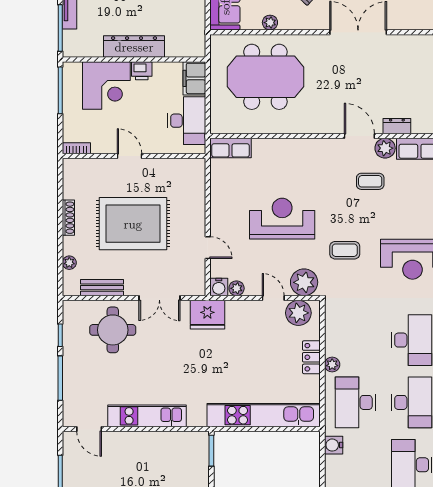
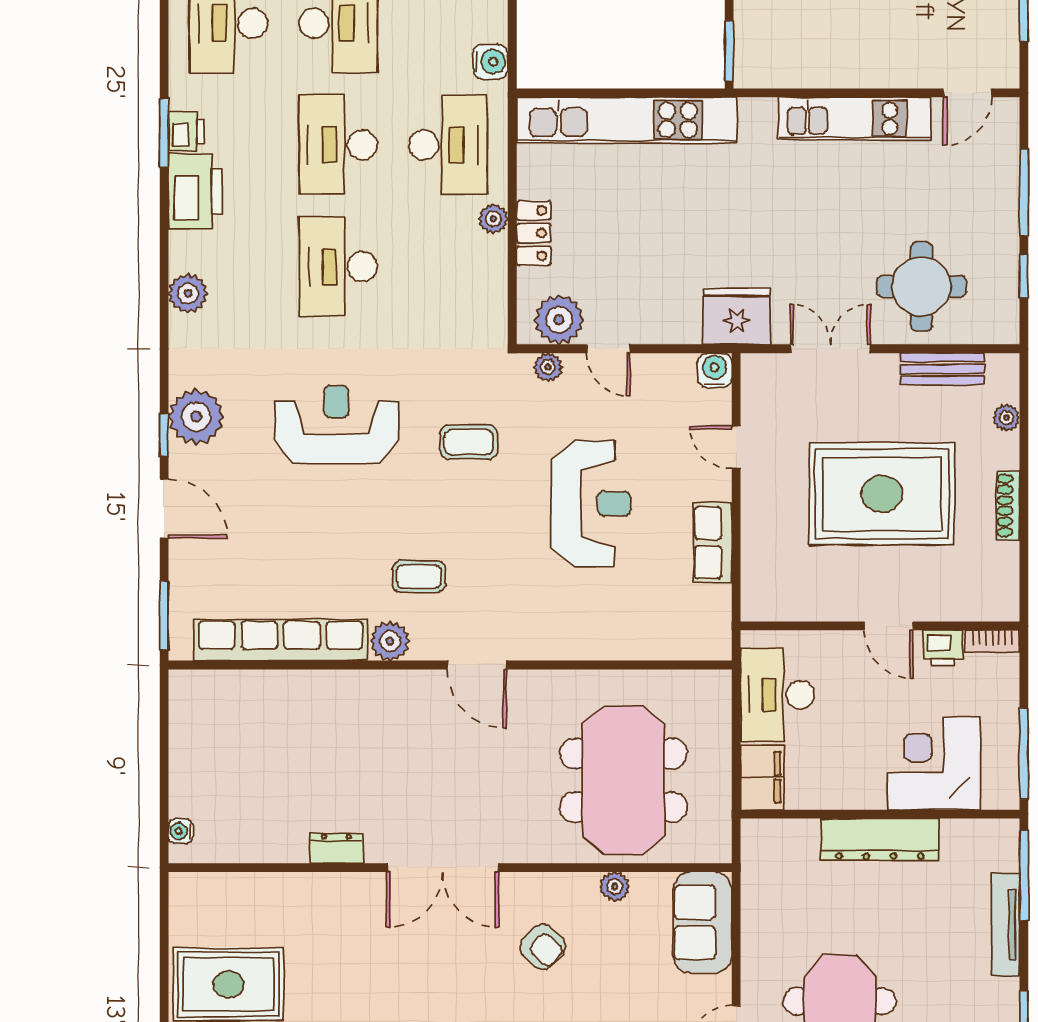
printer: (142, 71) -> (943, 648), moved, turned 180
meeting table: (265, 77) -> (623, 780), turned 90
dresser: (397, 126) -> (336, 848), moved, turned 180
door: (359, 136) -> (477, 665), moved
row of seats: (230, 148) -> (713, 543), moved, turned -90
reception desk: (282, 219) -> (591, 504), turned -90
plant: (304, 282) -> (548, 367), width x0.53, depth x0.53
plant: (237, 288) -> (680, 368), removed
door: (89, 429) -> (968, 93), swing flipped

